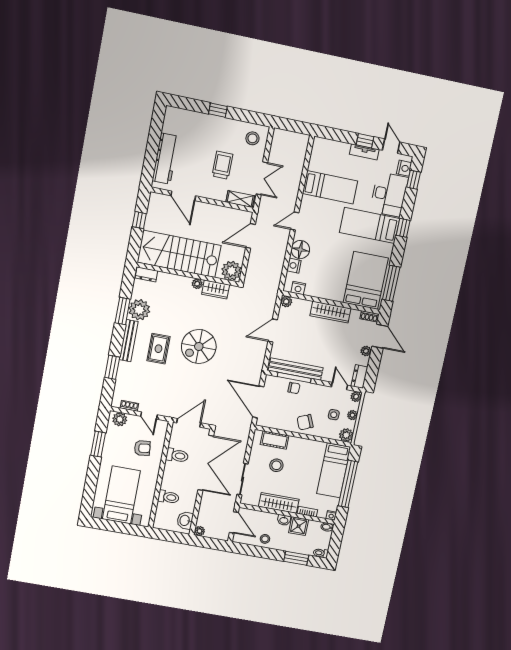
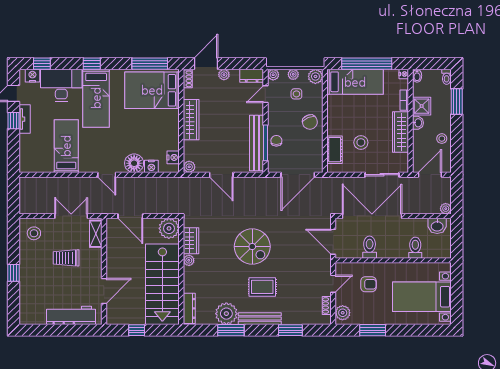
dresser: (146, 274) -> (189, 308), width x1.44
armchair: (142, 448) -> (368, 284), turned 97

